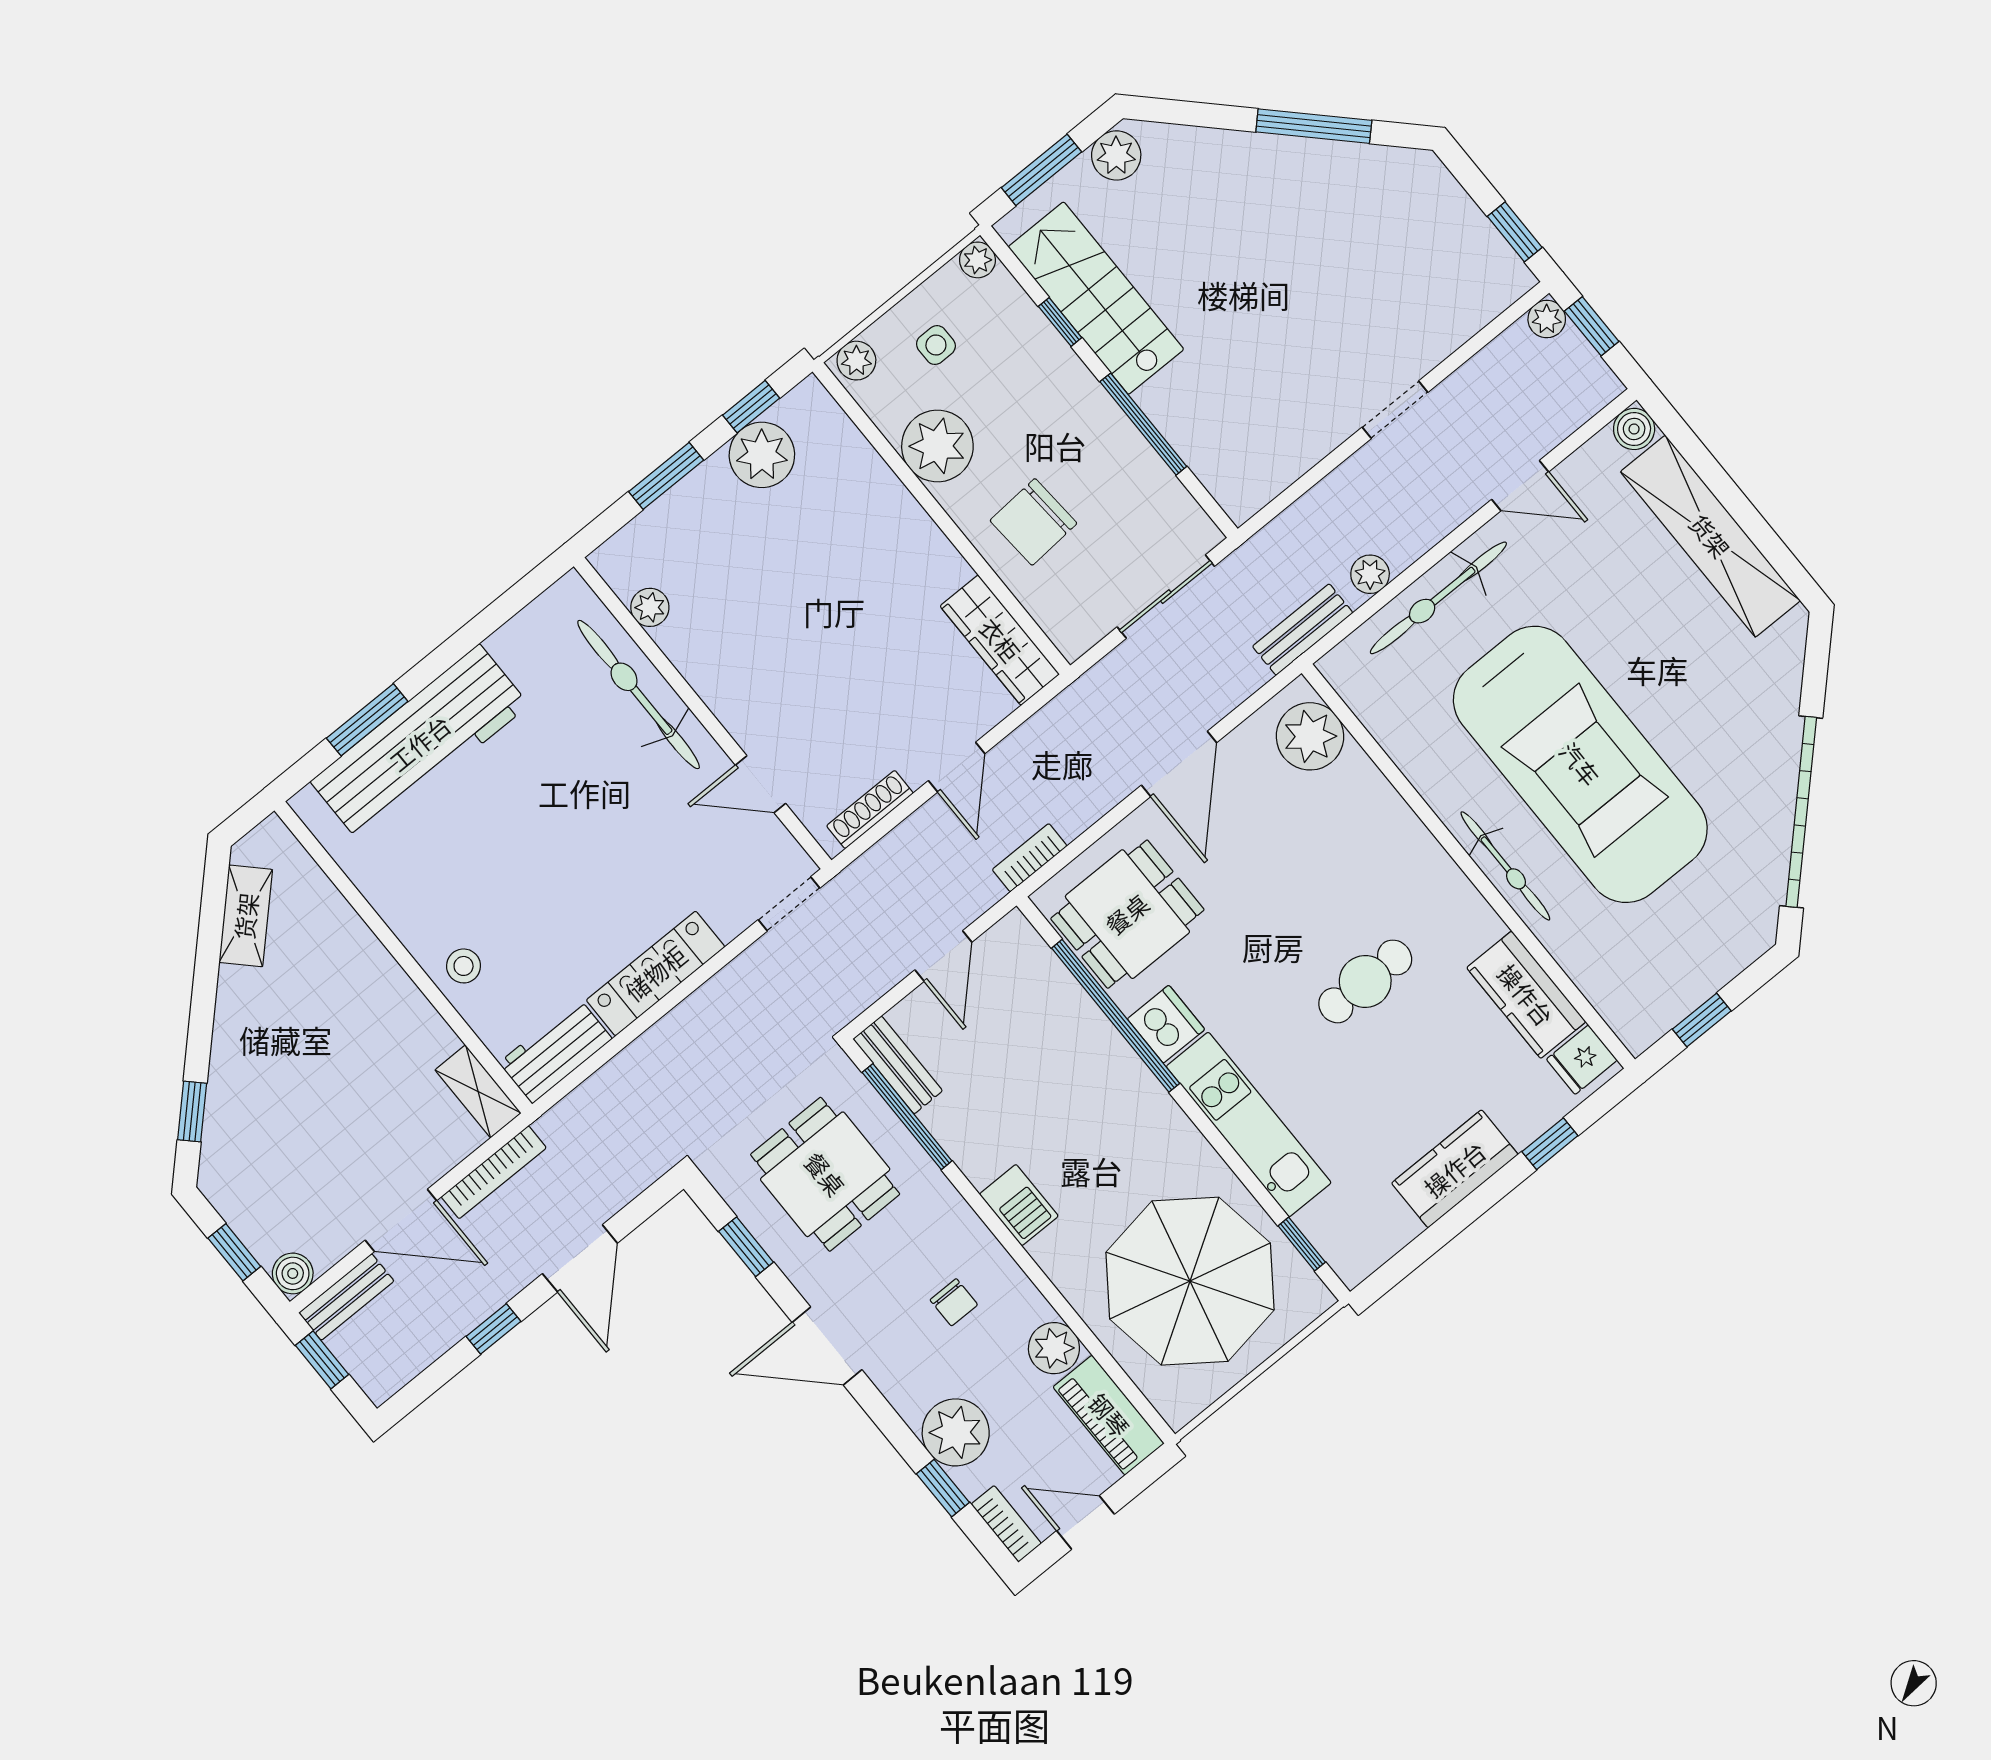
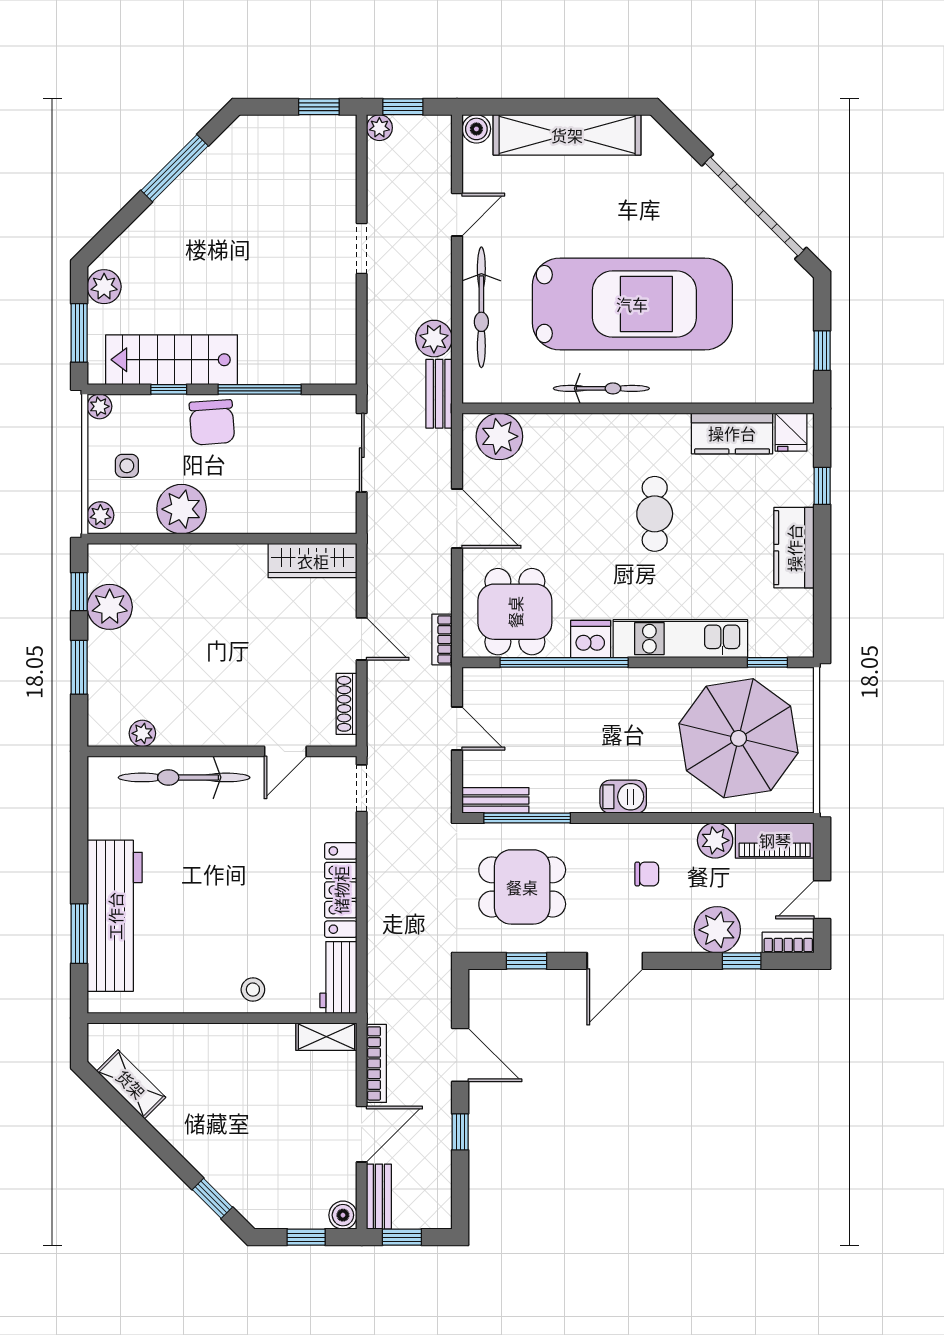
chair: (1033, 522) -> (212, 422), moved
plant: (1370, 574) -> (434, 339), width x1.38, depth x1.38
bicycle: (1505, 866) -> (601, 388), moved

